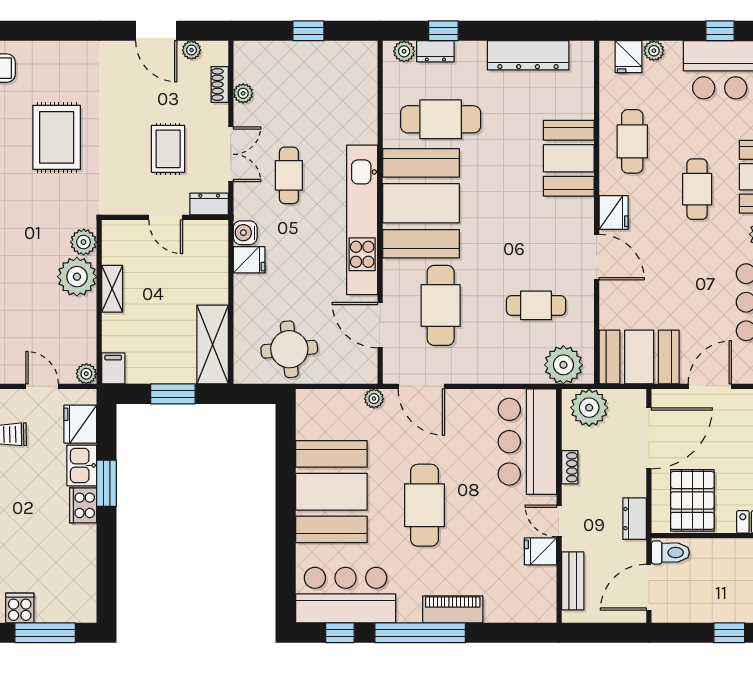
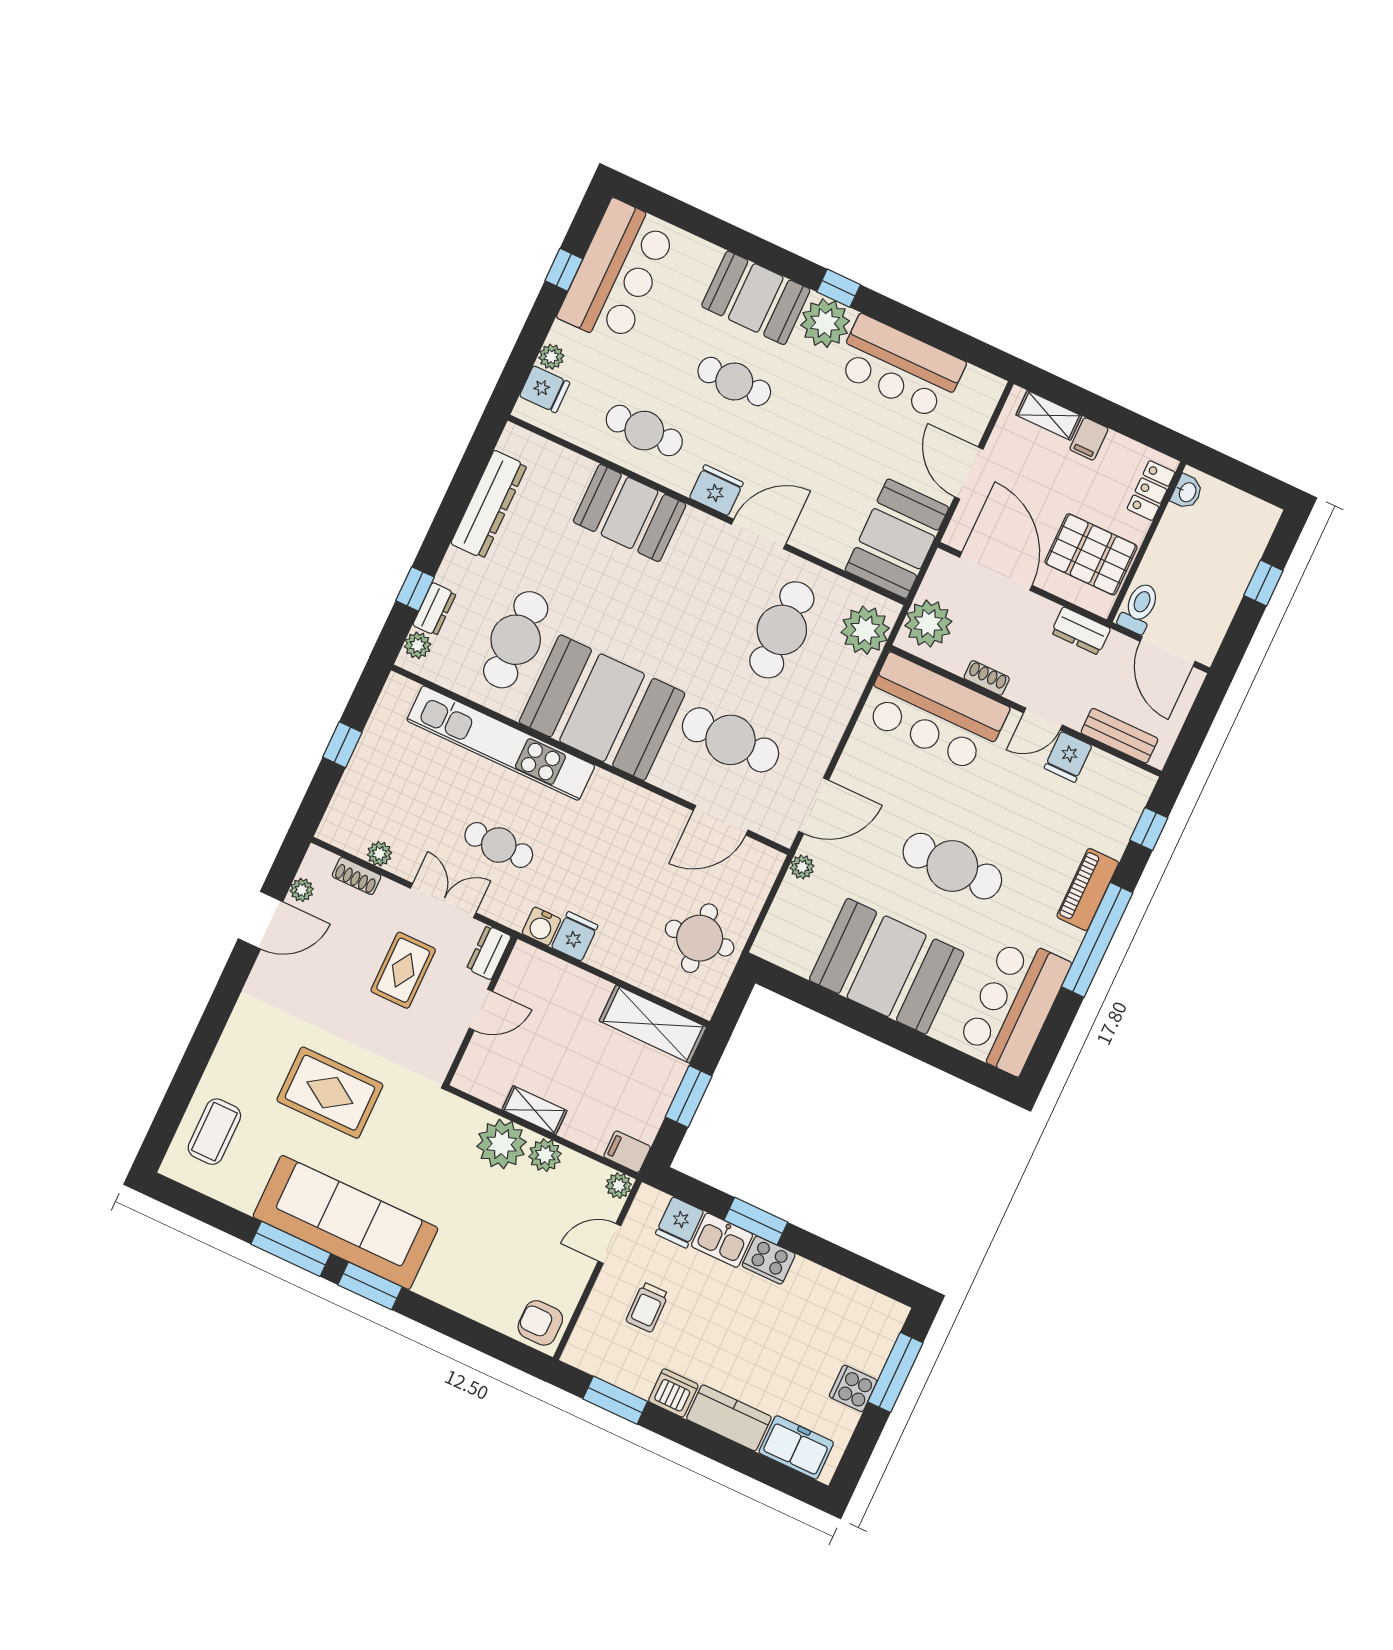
rug: (168, 149) -> (403, 970), turned 90
kitchen unit: (362, 220) -> (501, 743), moved
plant: (84, 242) -> (545, 1155), moved
cafe table: (536, 305) -> (782, 630), width x1.37, depth x1.35
fridge: (80, 424) -> (680, 1222), width x0.72
window: (340, 633) -> (1149, 829), moved

